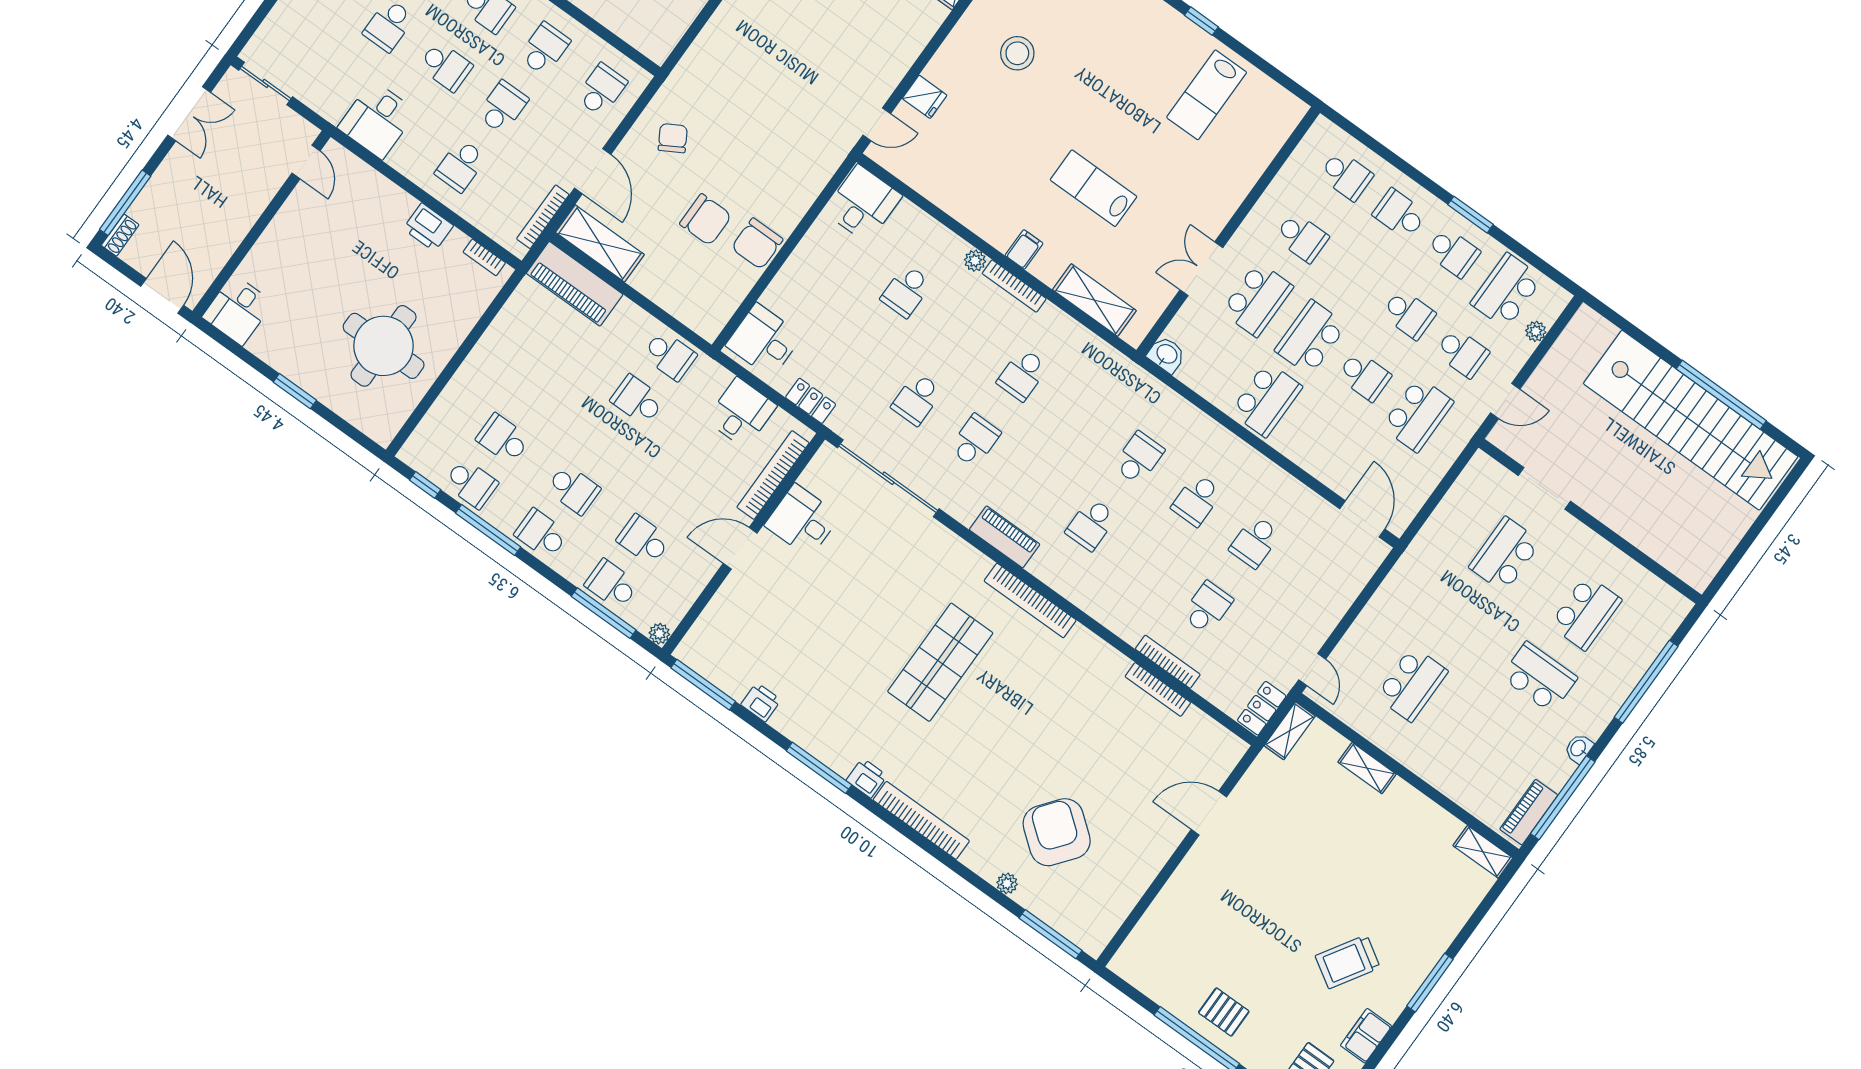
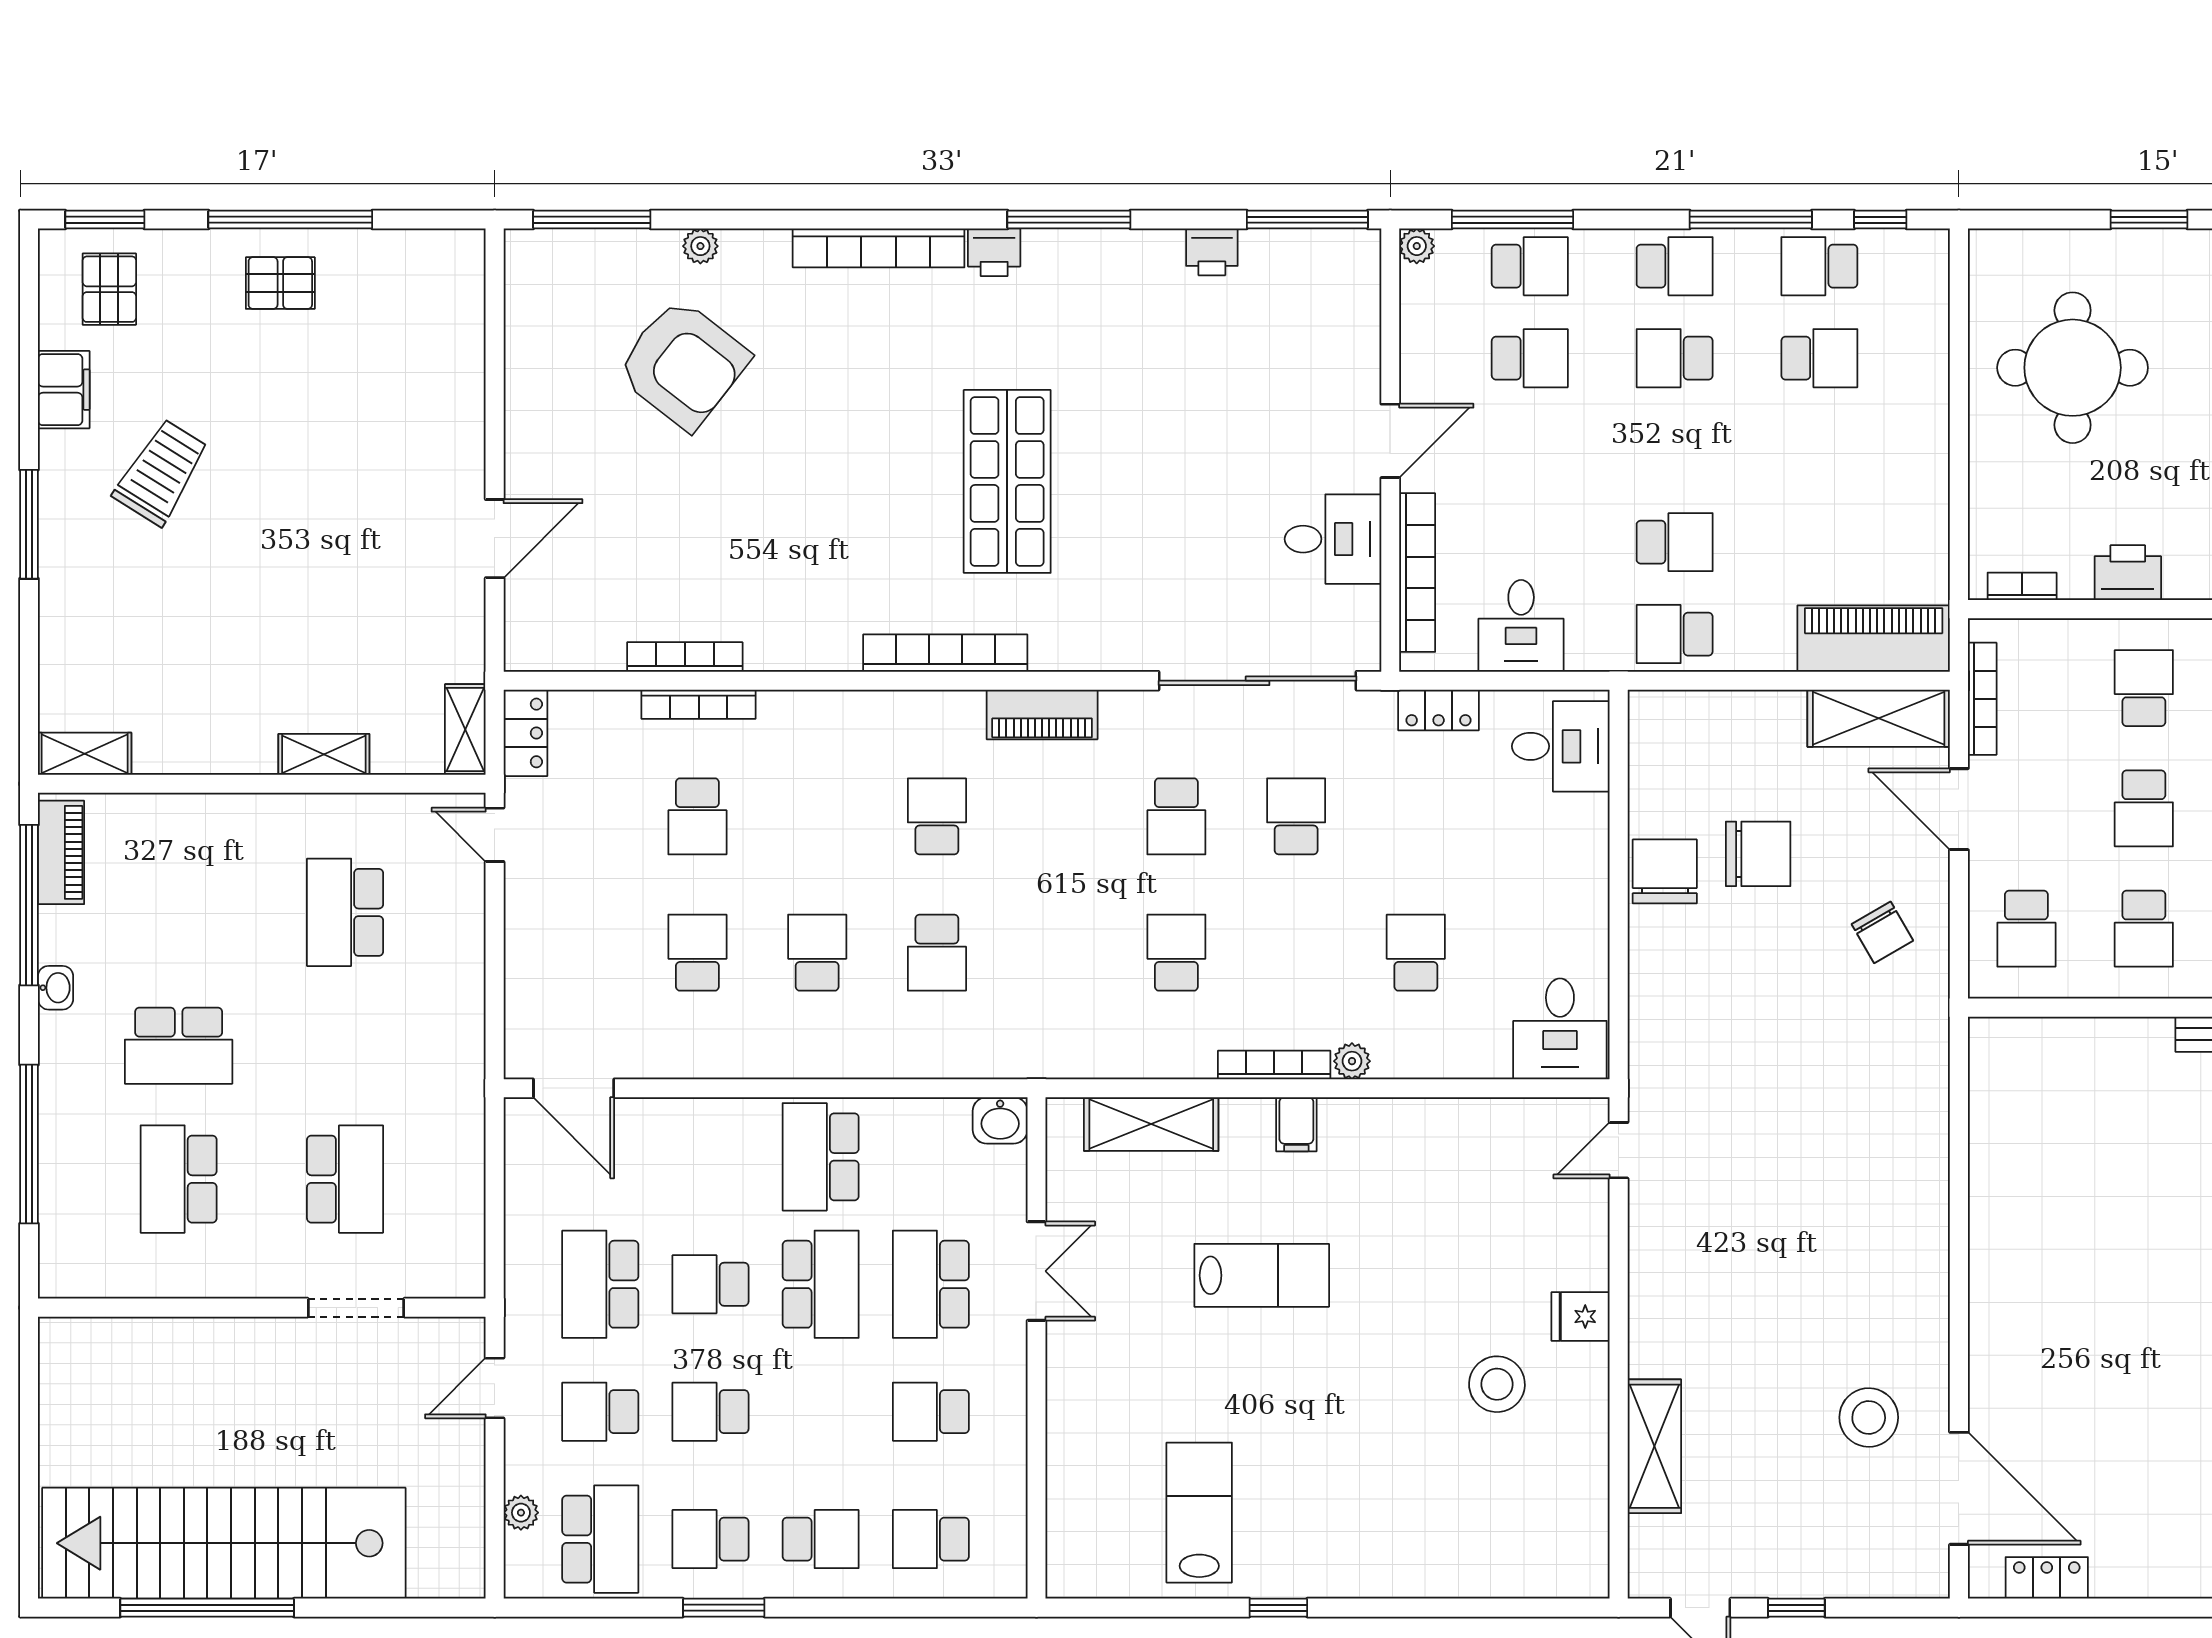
fridge: (925, 97) -> (1581, 1317), moved
chair: (706, 220) -> (1758, 854), turned 180

